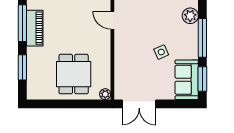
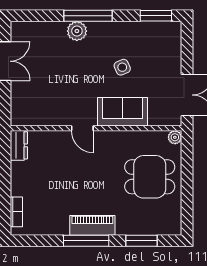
door: (112, 20) -> (82, 128), hinge flipped
window: (202, 38) -> (88, 16), moved
sofa: (187, 80) -> (123, 112), moved, turned 180

